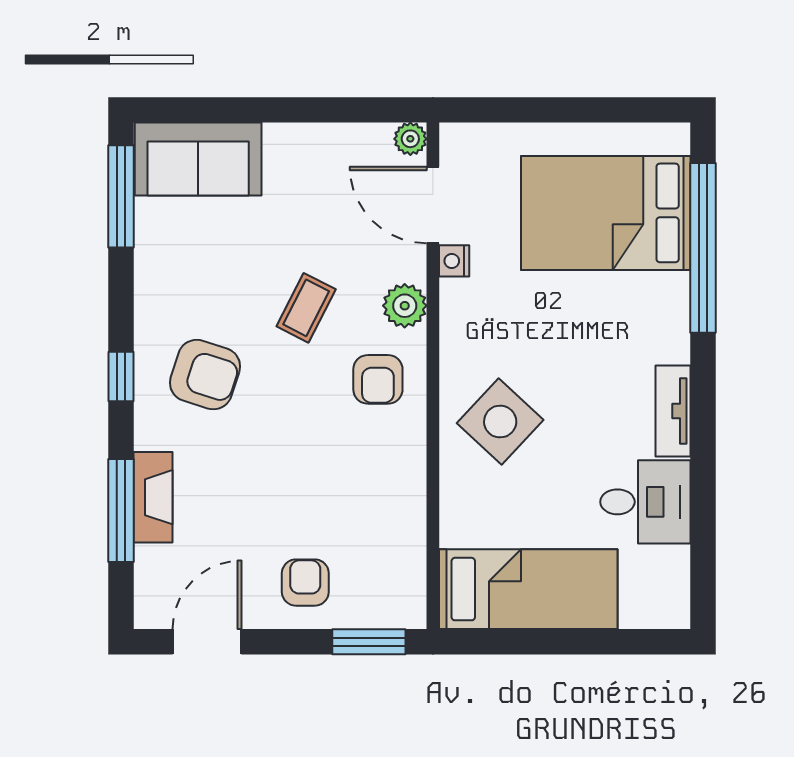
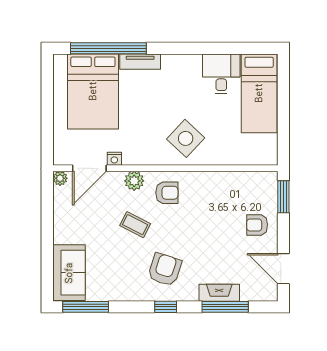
tv unit: (673, 411) -> (140, 62), moved
bed: (528, 589) -> (259, 93), moved, turned 180

